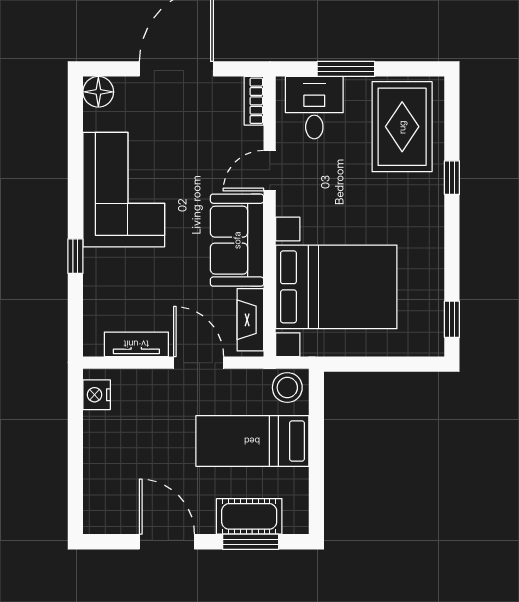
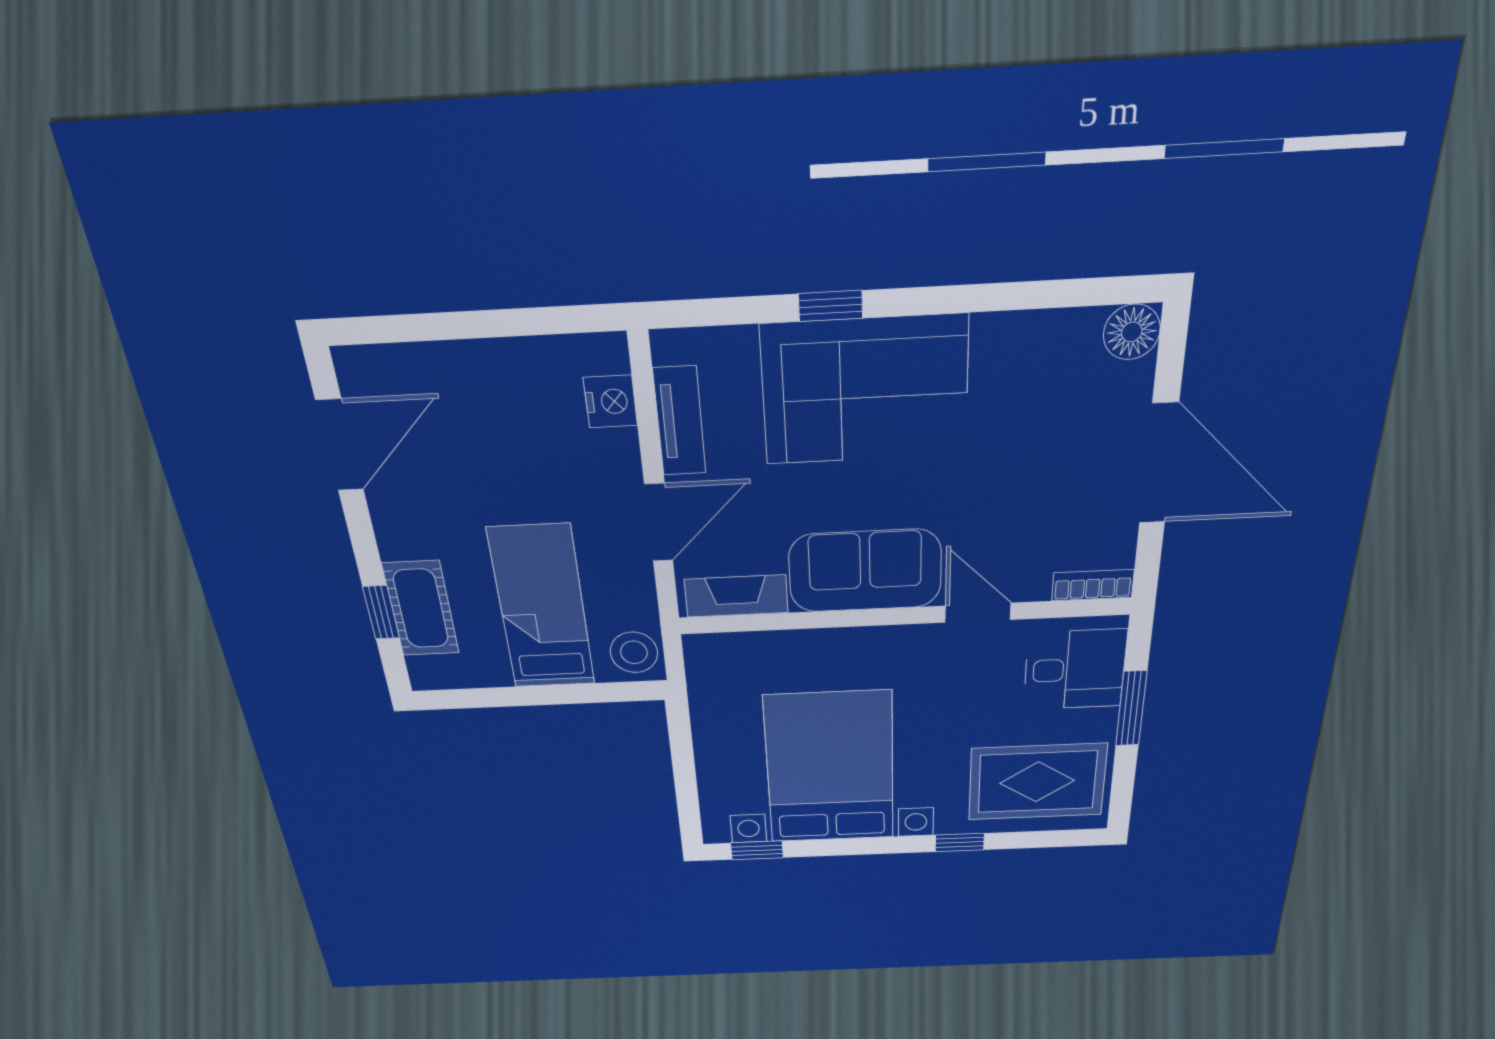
corner sofa: (124, 190) -> (865, 391), moved
bed with nightstands: (336, 287) -> (830, 768), moved, turned 180
nightstand: (97, 395) -> (610, 402), moved, turned 90
door: (167, 542) -> (340, 445), moved
window: (251, 542) -> (381, 612), width x0.67

